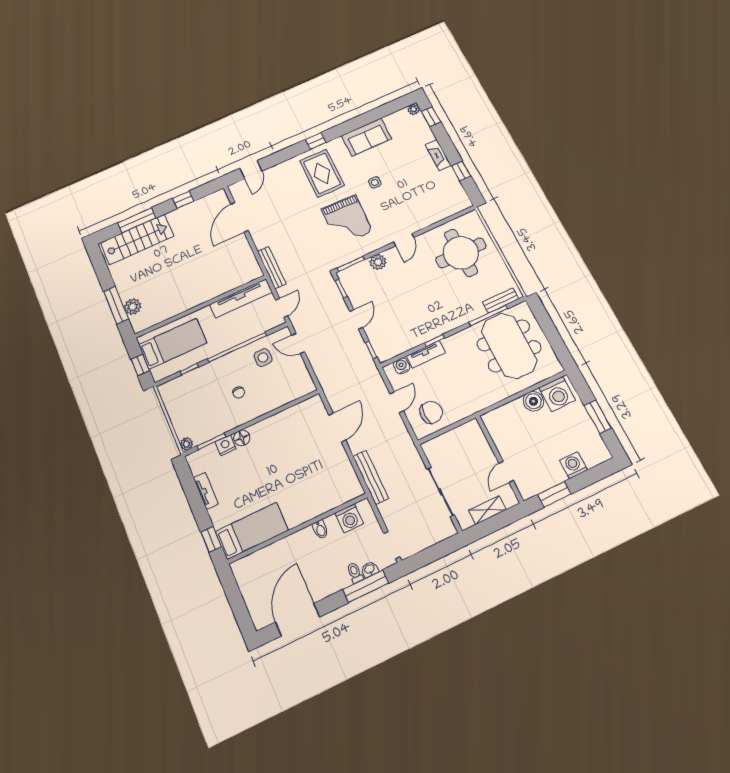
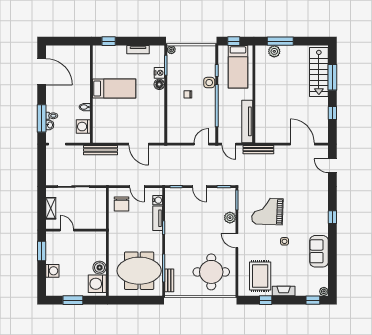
rug: (322, 173) -> (260, 276), moved, turned 90
side table: (263, 358) -> (209, 83), moved
bed: (252, 531) -> (114, 89), moved, turned -90

